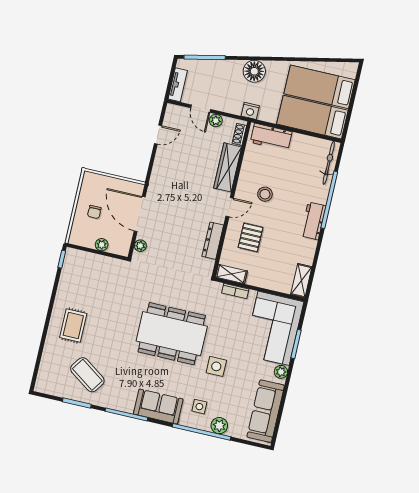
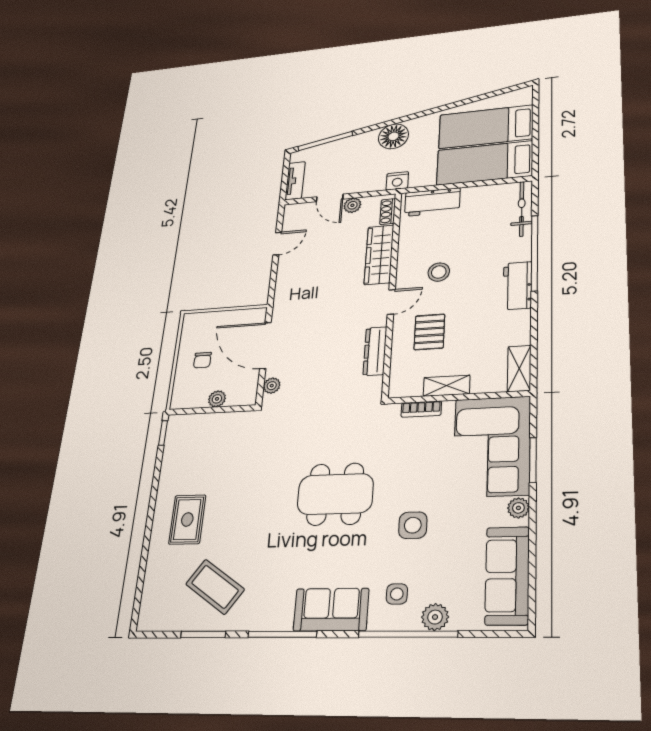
shelving: (231, 274) -> (447, 386), moved
dining table: (172, 334) -> (335, 494), width x0.73, depth x0.80

